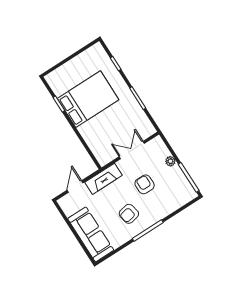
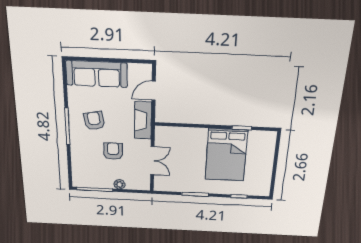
armchair: (145, 184) -> (113, 151), turned -90
door: (75, 186) -> (154, 91), swing flipped

